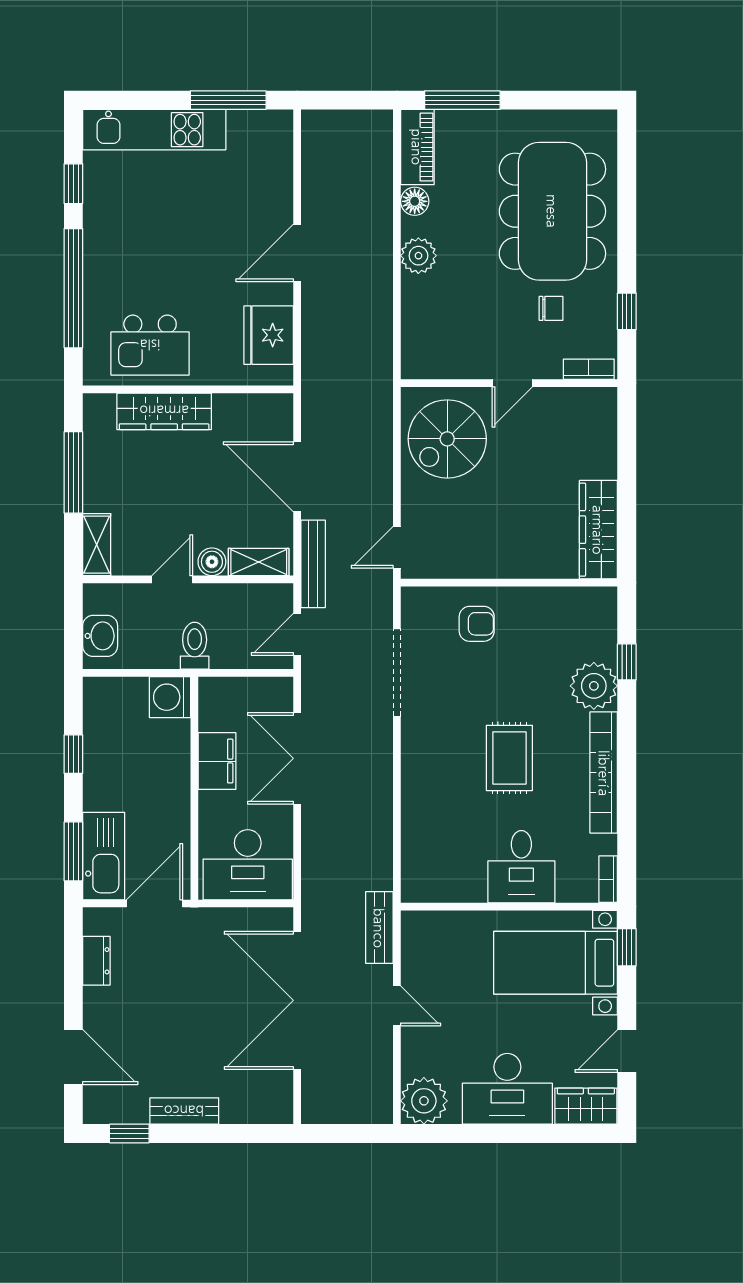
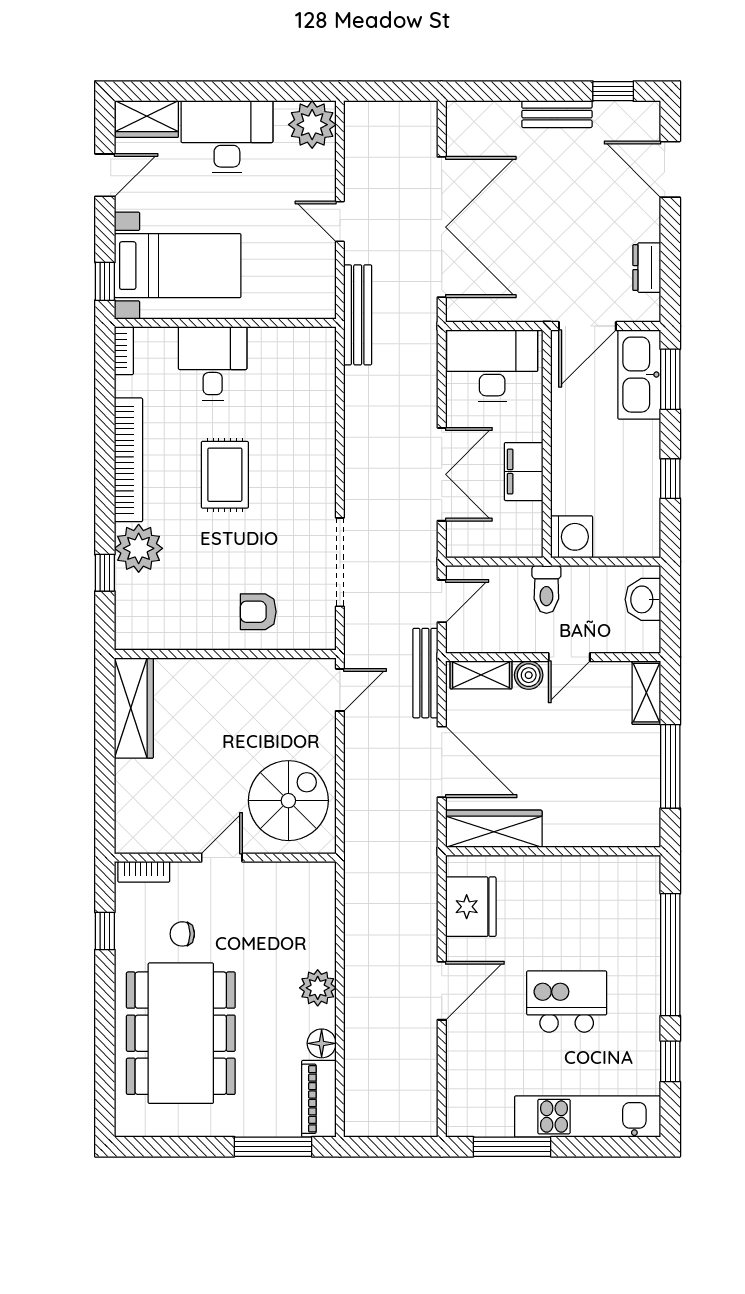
kitchen island: (150, 345) -> (567, 1002), moved
wardrobe: (164, 411) -> (494, 829), moved
bench: (379, 928) -> (358, 315), width x1.36

